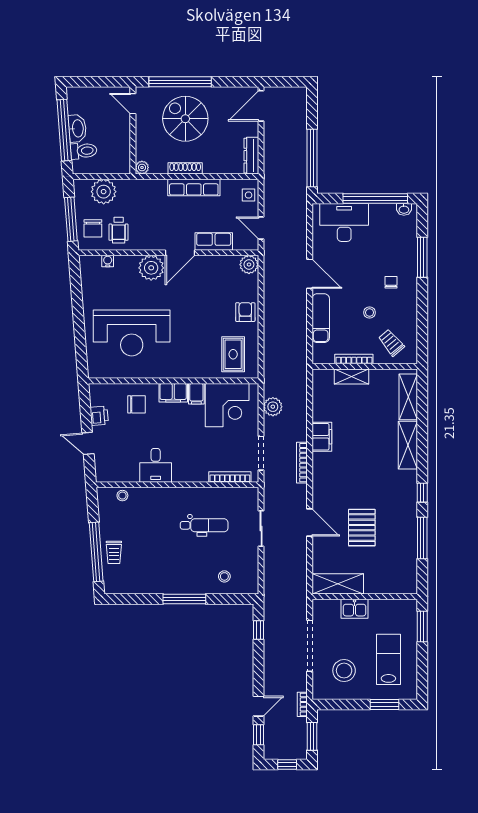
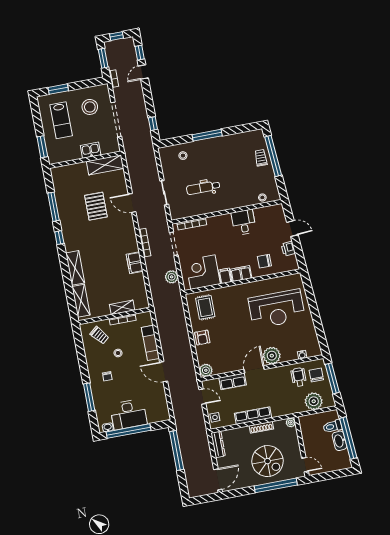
desk: (344, 222) -> (128, 414), moved
reception desk: (132, 333) -> (277, 309), turned 180

